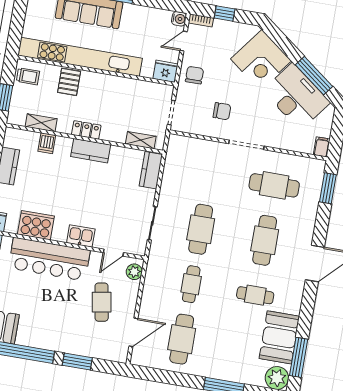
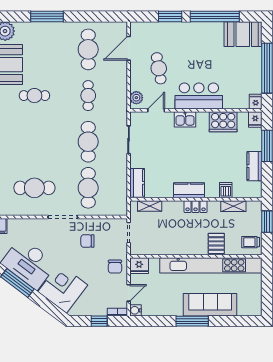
cafe table: (265, 240) -> (88, 188), moved
bar counter: (49, 259) -> (199, 96), width x0.73

